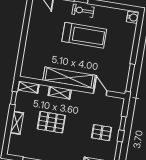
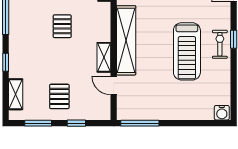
door: (100, 92) -> (114, 86), swing flipped
shelving: (60, 93) -> (104, 57), moved
pallet: (51, 122) -> (62, 26), width x0.67, depth x0.71

